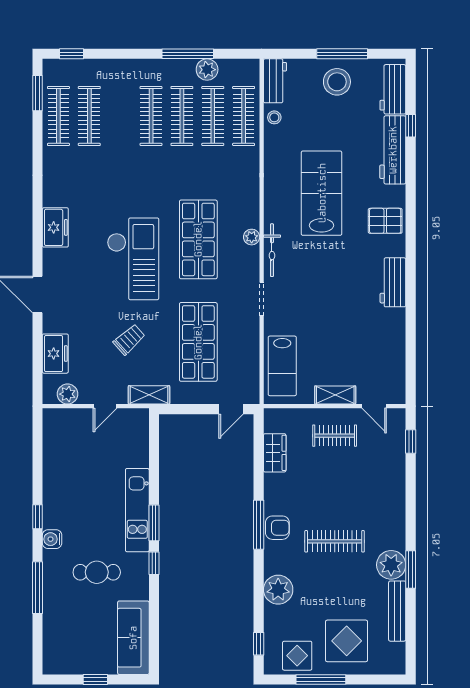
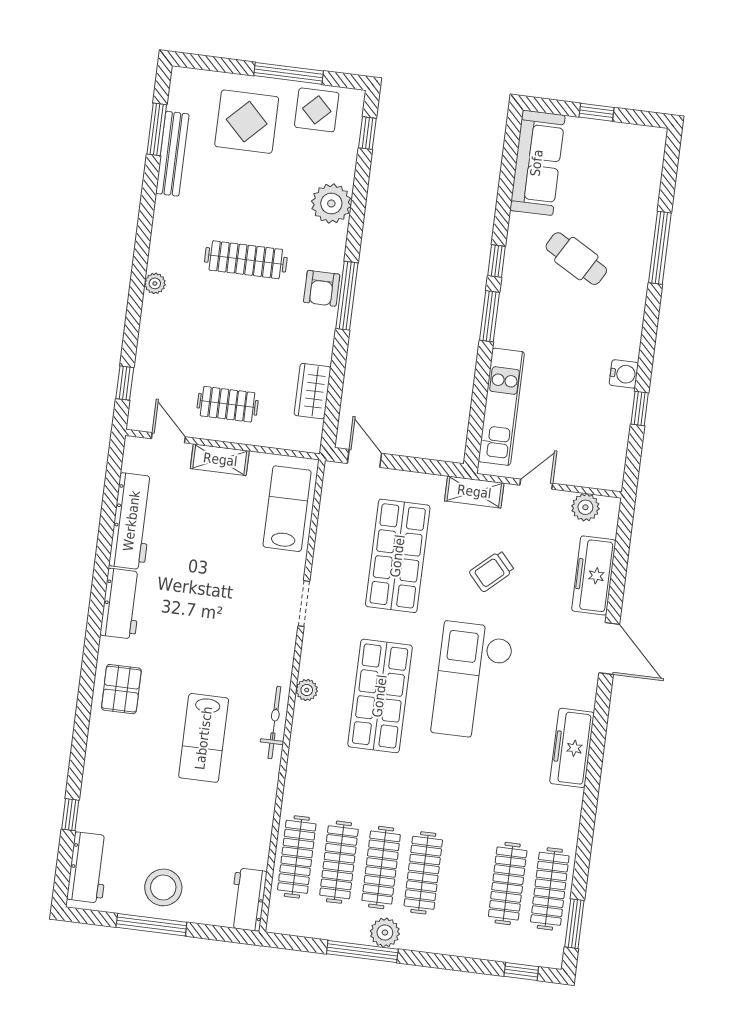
plant: (207, 70) -> (385, 933), moved
stool: (274, 117) -> (255, 850), removed
workbench: (393, 150) -> (132, 521), moved
lab bench: (322, 193) -> (204, 738), width x0.73, depth x0.72
pallet: (385, 221) -> (121, 689), turned 90
freezer: (55, 227) -> (572, 748), width x1.40
bicycle: (272, 250) -> (274, 723), moved
freezer: (55, 354) -> (594, 575), width x1.40
door: (231, 409) -> (365, 458), hinge flipped
kitchen unit: (137, 510) -> (501, 407), moved
window: (38, 517) -> (640, 409), moved
armchair: (277, 528) -> (322, 288), turned -90
water cooler: (52, 539) -> (624, 374), moved
plant: (391, 565) -> (155, 283), moved, width x0.53, depth x0.53
window: (411, 569) -> (157, 129), moved
cafe table: (97, 572) -> (576, 259), turned 30

